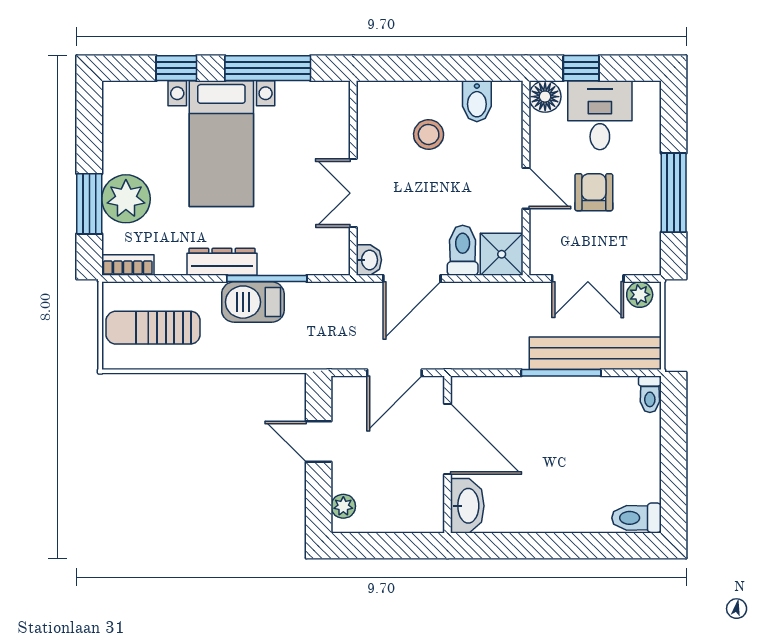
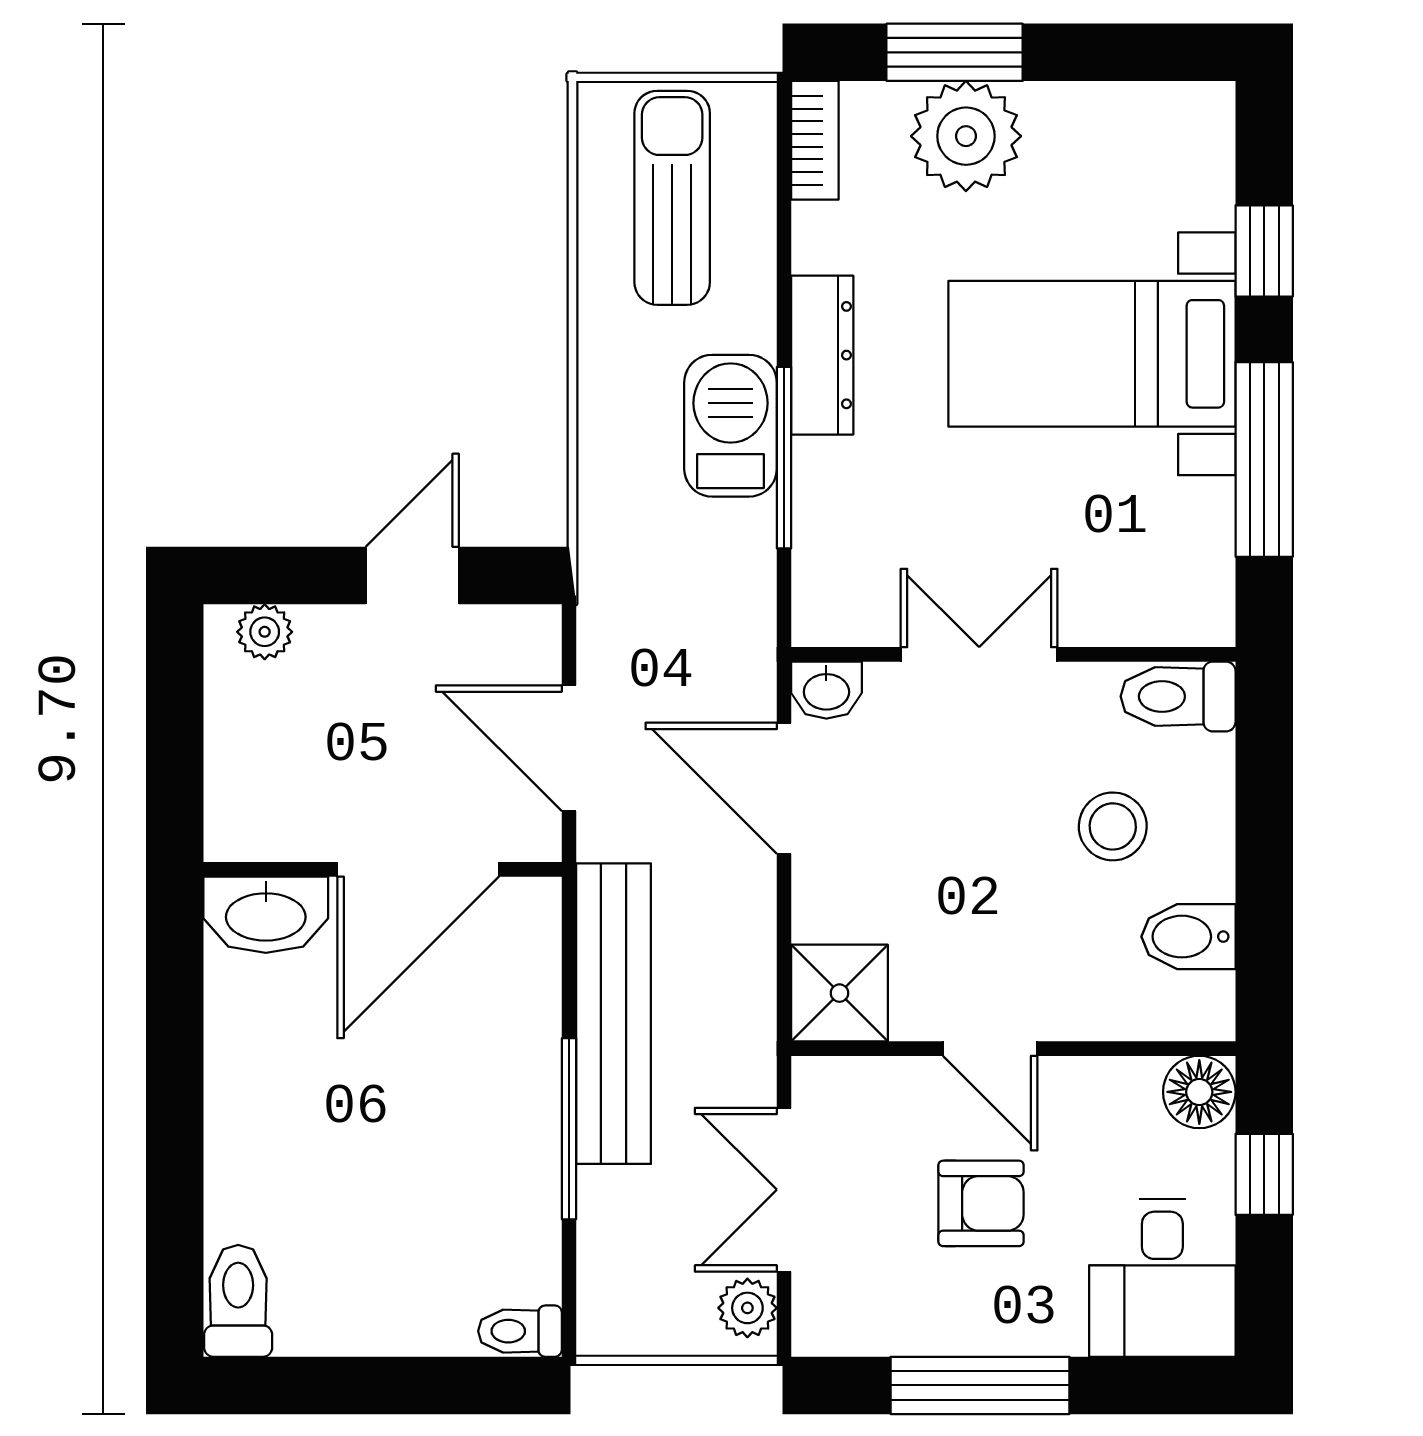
desk: (600, 115) -> (1162, 1278), moved, turned 90
door: (526, 188) -> (990, 1049), hinge flipped
toilet: (463, 250) -> (1178, 696), moved, turned 180
bench: (595, 353) -> (613, 1014), moved

